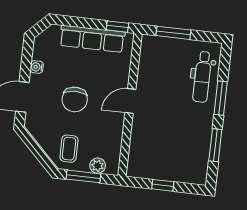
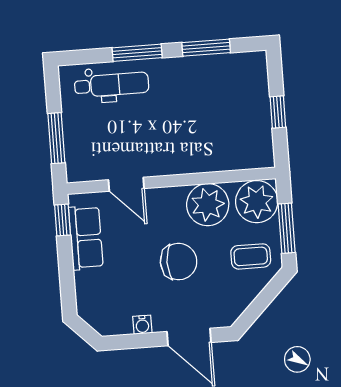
row of seats: (92, 39) -> (86, 238), width x0.68
door: (130, 101) -> (126, 184), moved
plant: (109, 126) -> (208, 205), added
plant: (98, 166) -> (257, 202), width x1.87, depth x1.87

